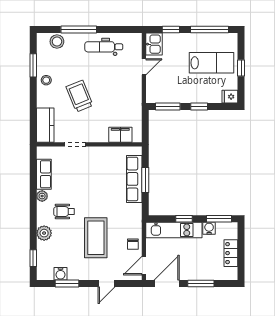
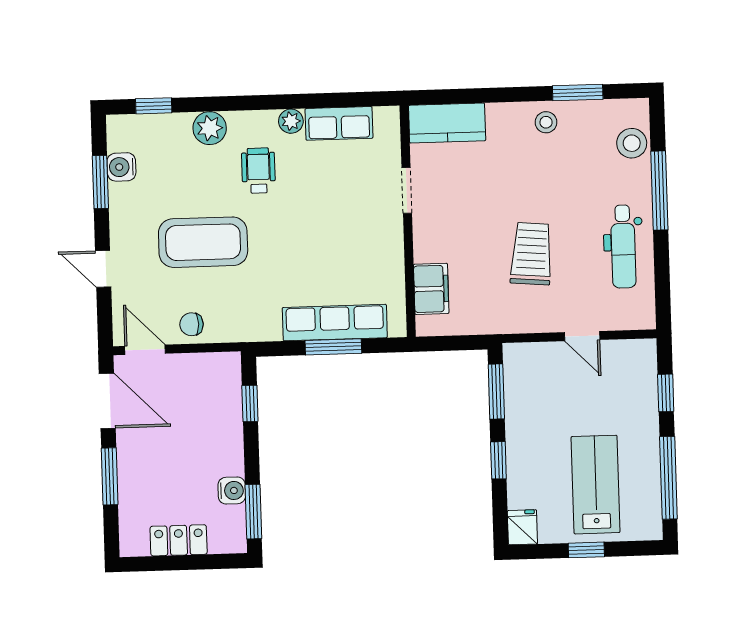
kitchen sink: (154, 44) -> (633, 357), removed
dental chair: (104, 47) -> (623, 246), turned 180
lab bench: (212, 63) -> (596, 485), turned 180
trolley: (79, 96) -> (531, 254), moved, turned -63
window: (184, 219) -> (250, 404), moved
kitchen unit: (174, 230) -> (226, 413), removed

